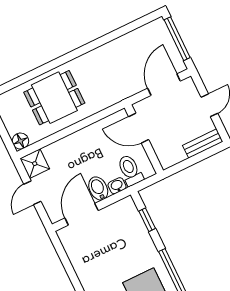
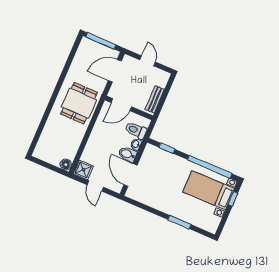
door: (164, 85) -> (115, 71), hinge flipped
dining table: (54, 98) -> (79, 103), moved
bench: (203, 144) -> (155, 99), moved

